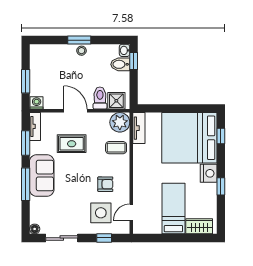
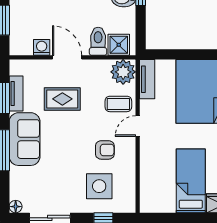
washing machine: (37, 103) -> (42, 47), moved
tv unit: (35, 126) -> (16, 94), moved
door: (131, 212) -> (138, 126), moved

